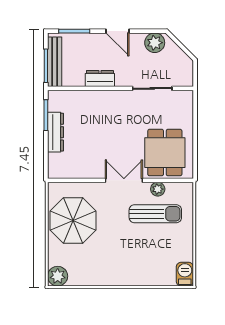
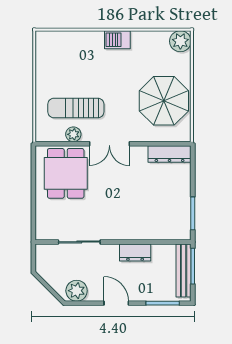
dresser: (55, 132) -> (170, 154), moved, turned -90
barbecue: (185, 274) -> (117, 40), moved, turned 90

